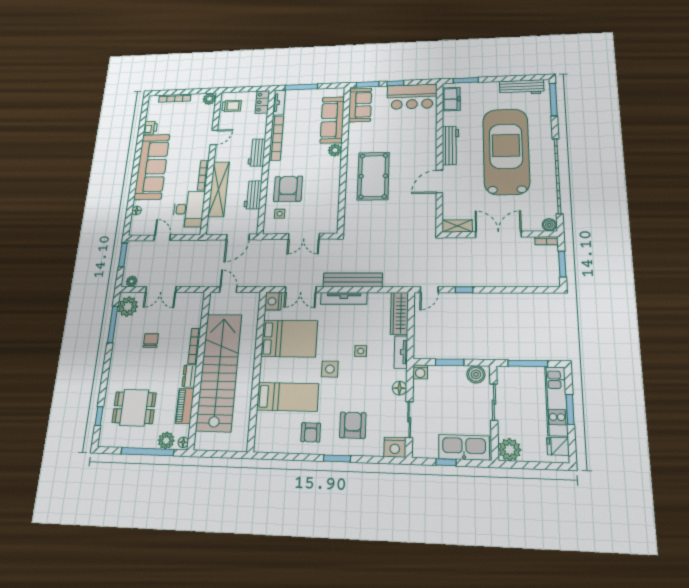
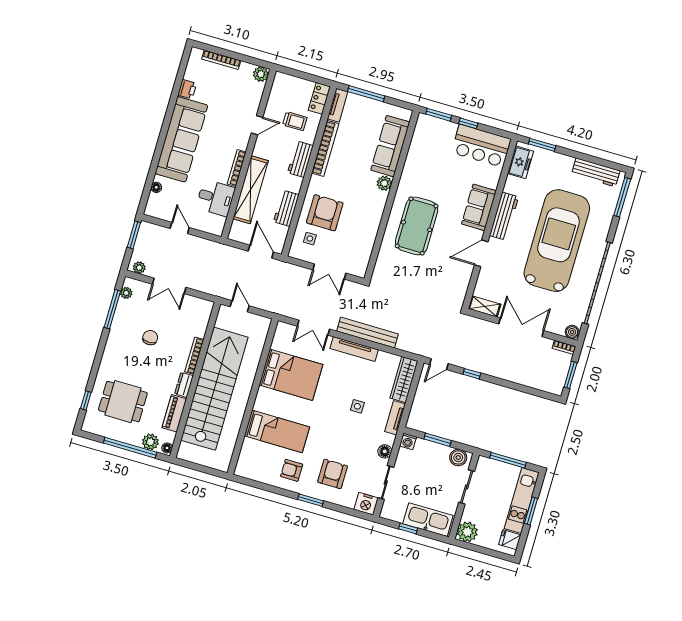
sofa: (360, 105) -> (479, 207), moved, turned 180
trolley: (232, 106) -> (295, 121), moved
desk: (189, 209) -> (216, 198), width x0.73
door: (238, 237) -> (261, 252), swing flipped
nightstand: (273, 301) -> (283, 332), removed
plant: (128, 307) -> (126, 293), width x0.53, depth x0.53
side table: (330, 369) -> (324, 416), removed
armchair: (311, 432) -> (292, 470), turned 90

